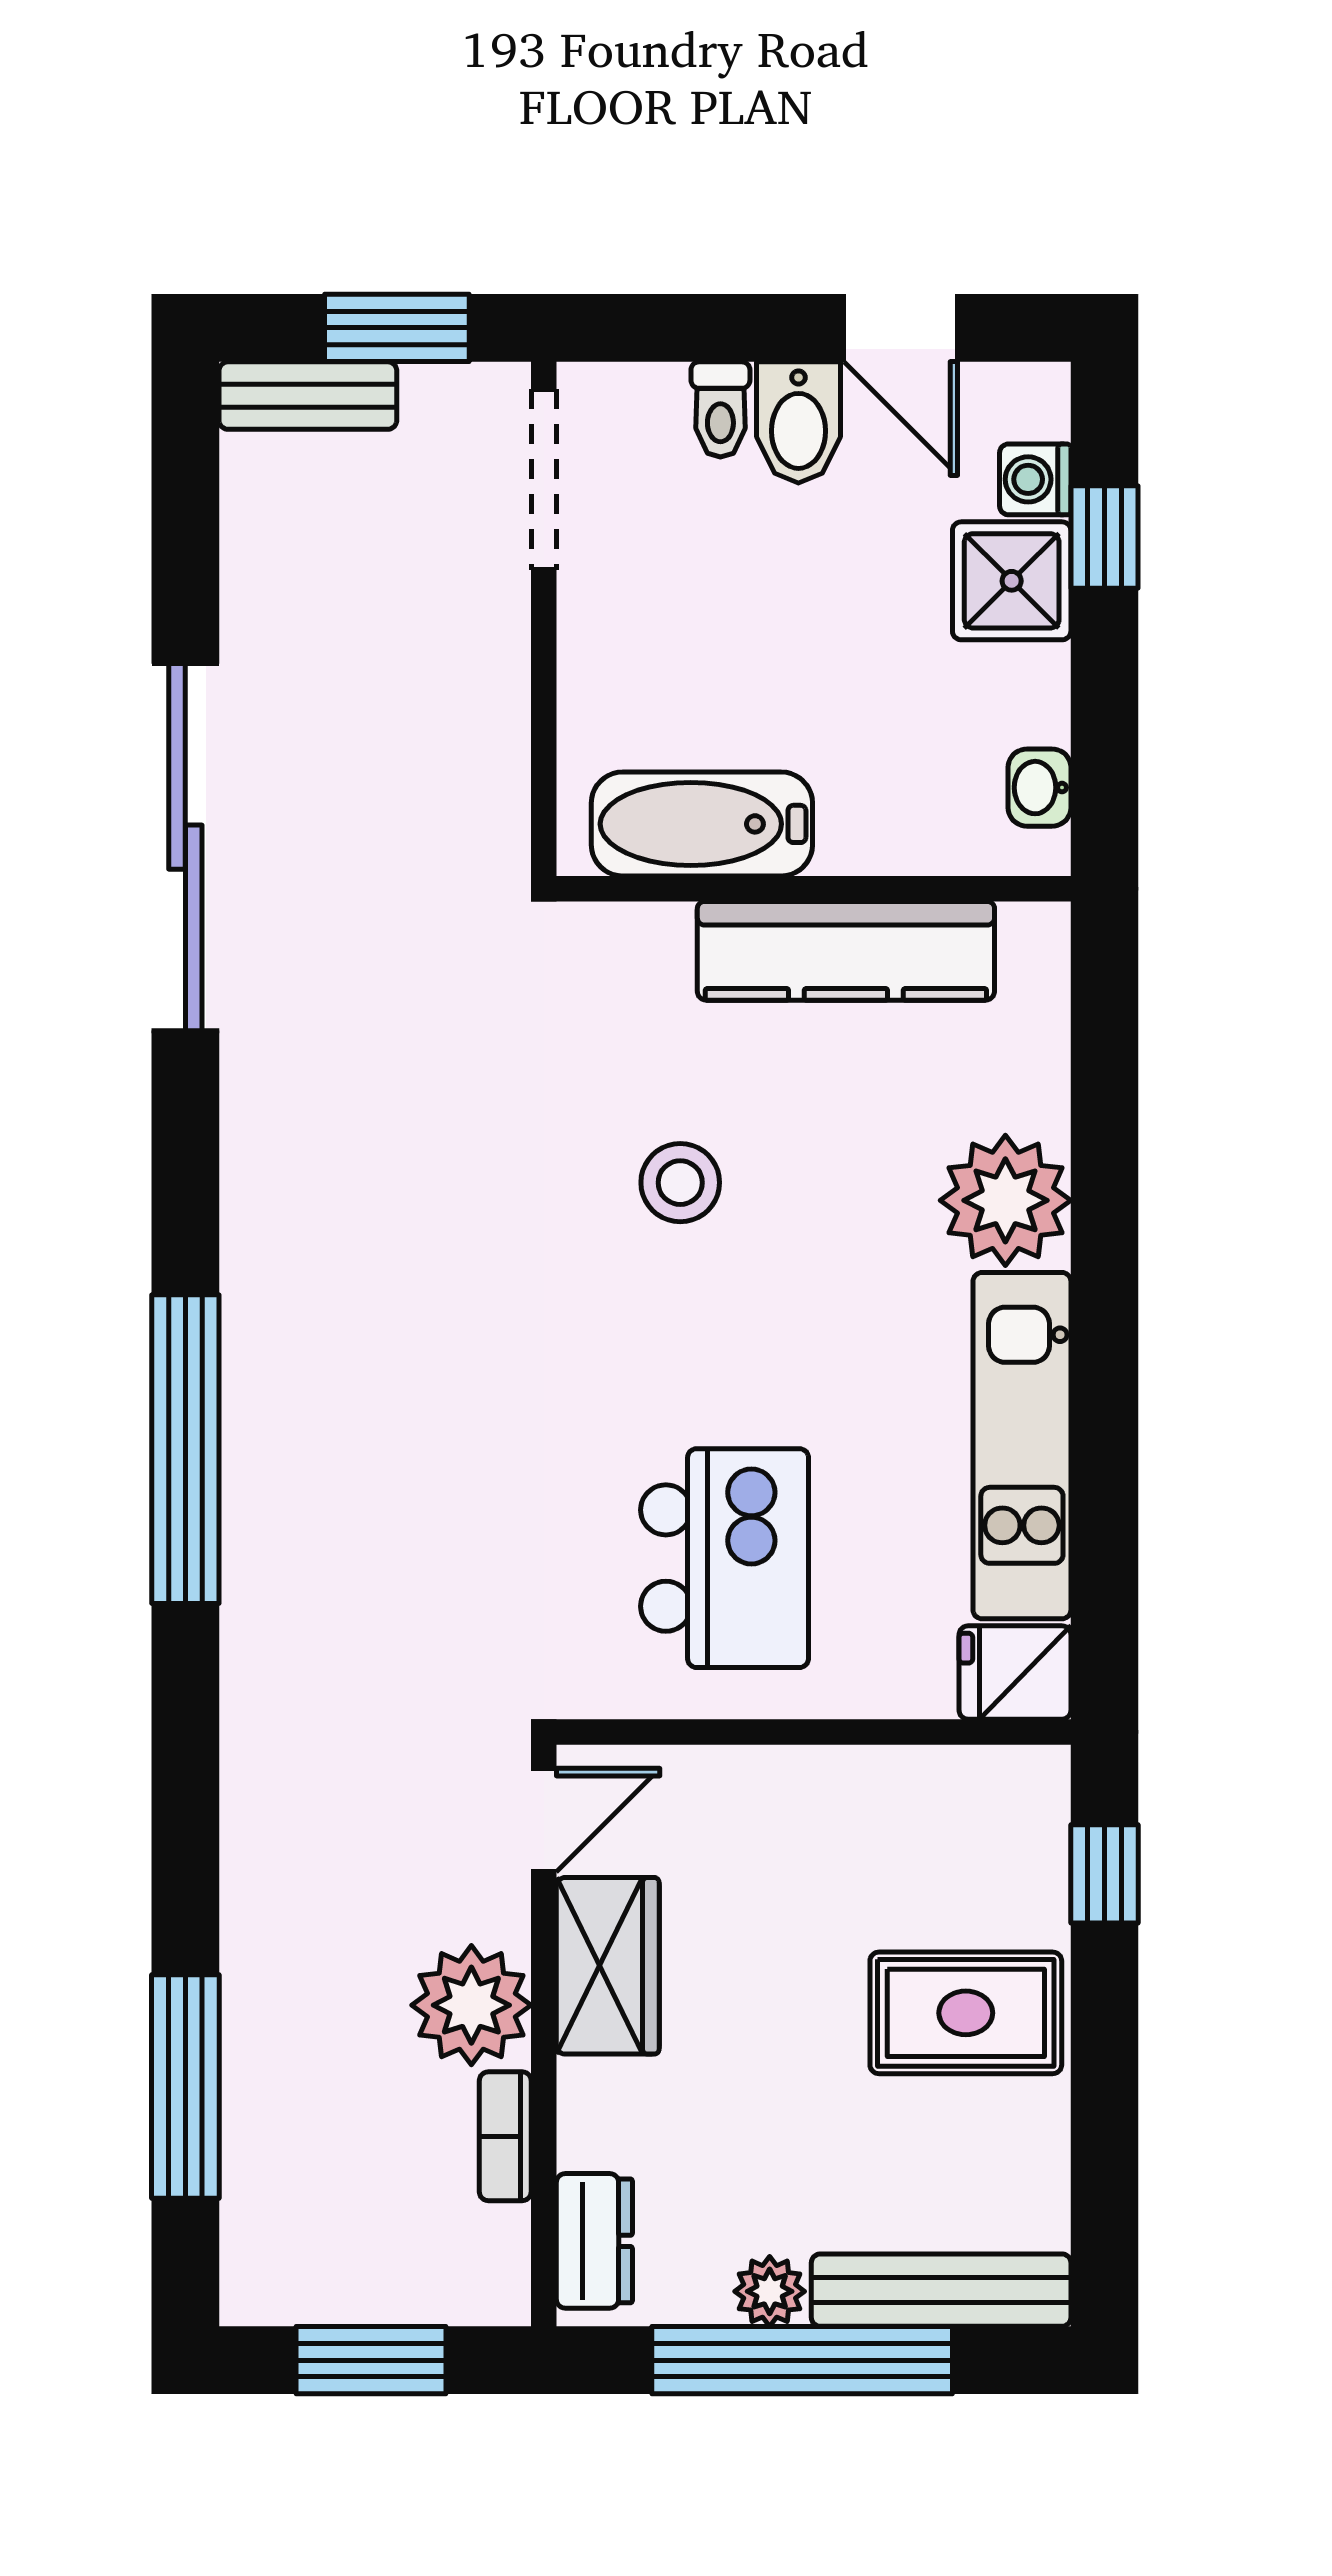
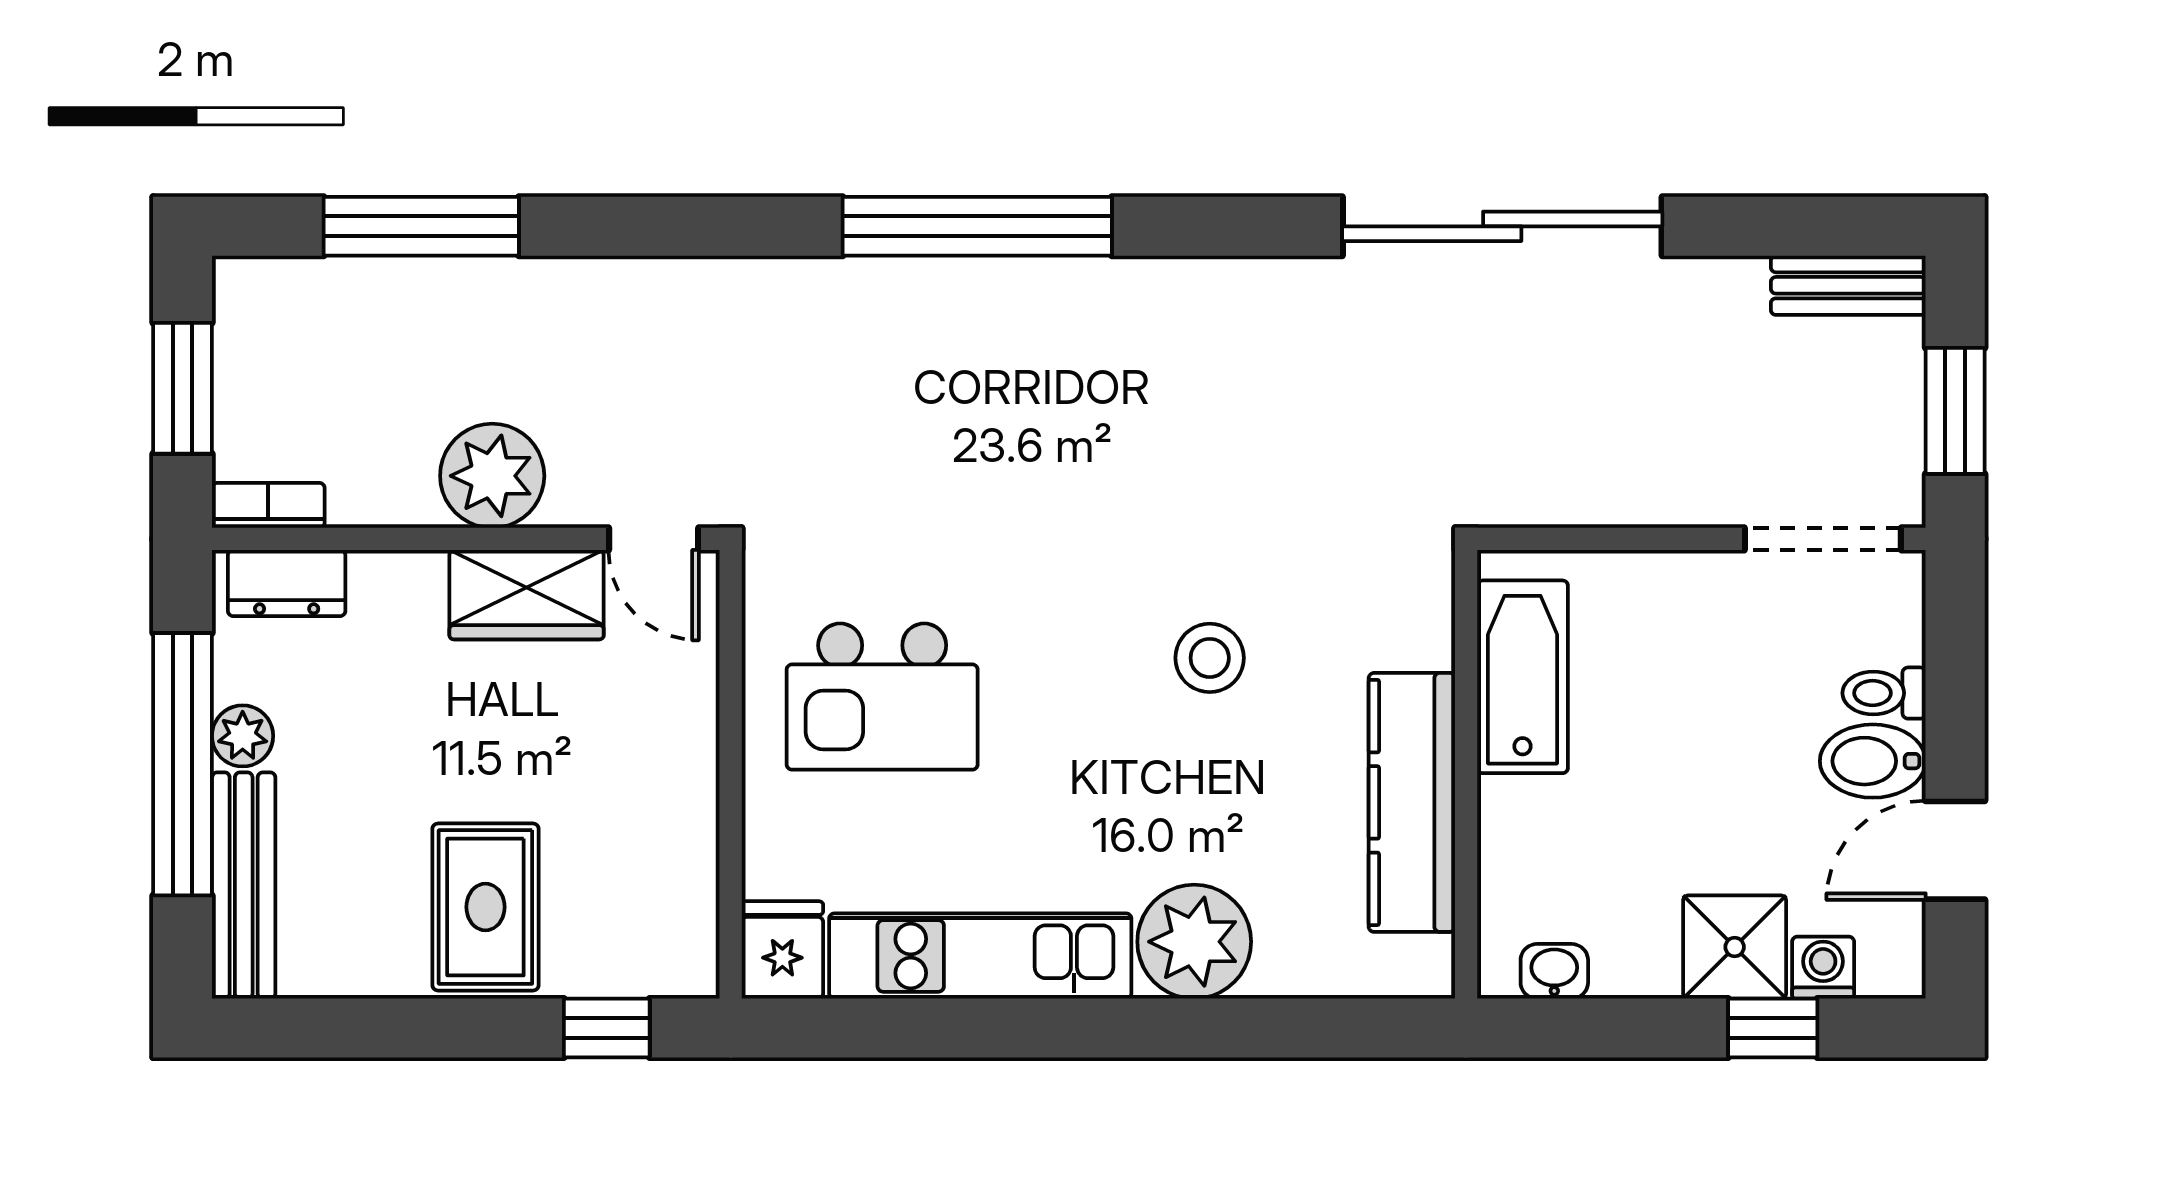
bench: (308, 396) -> (1848, 285), moved, turned 90
bookcase: (505, 2136) -> (268, 505), moved

